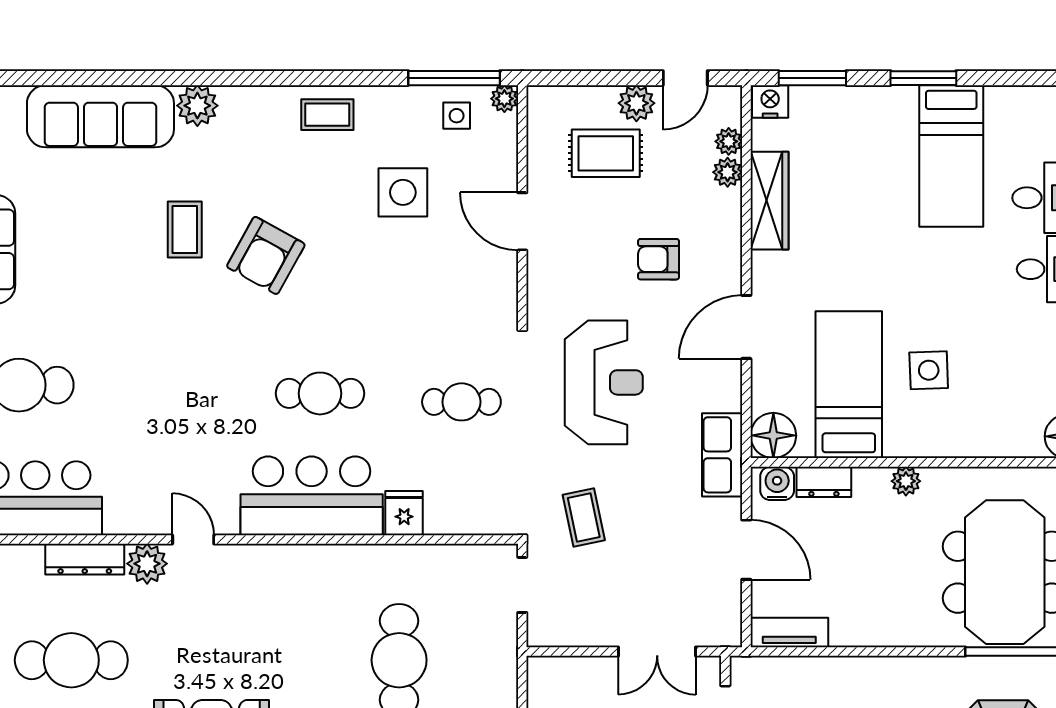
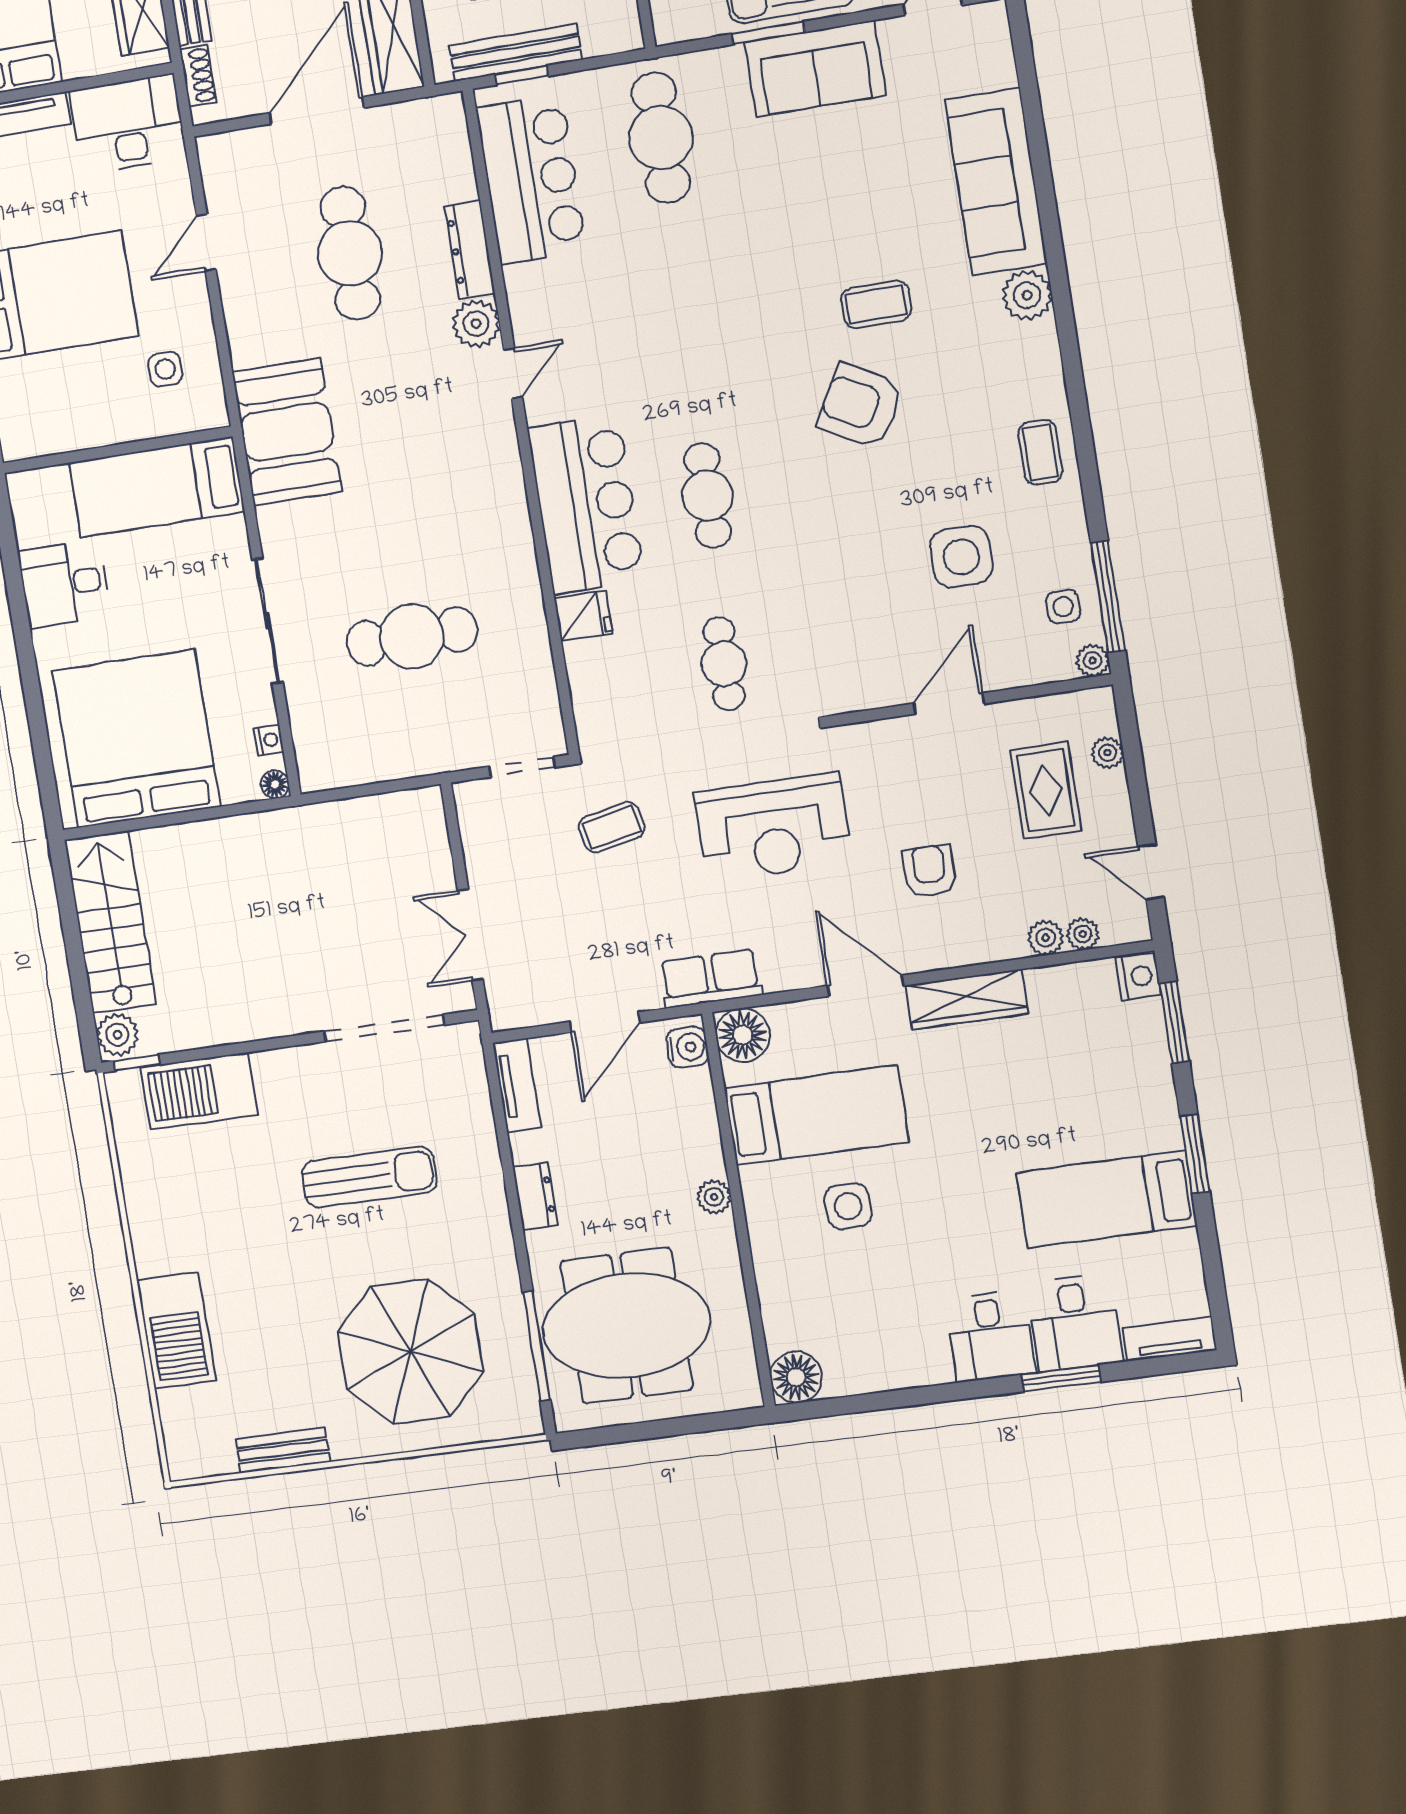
plant: (636, 103) -> (1107, 753), moved, width x0.73, depth x0.73
wardrobe: (769, 201) -> (967, 999), moved
dresser: (824, 482) -> (535, 1196), moved, turned 180

